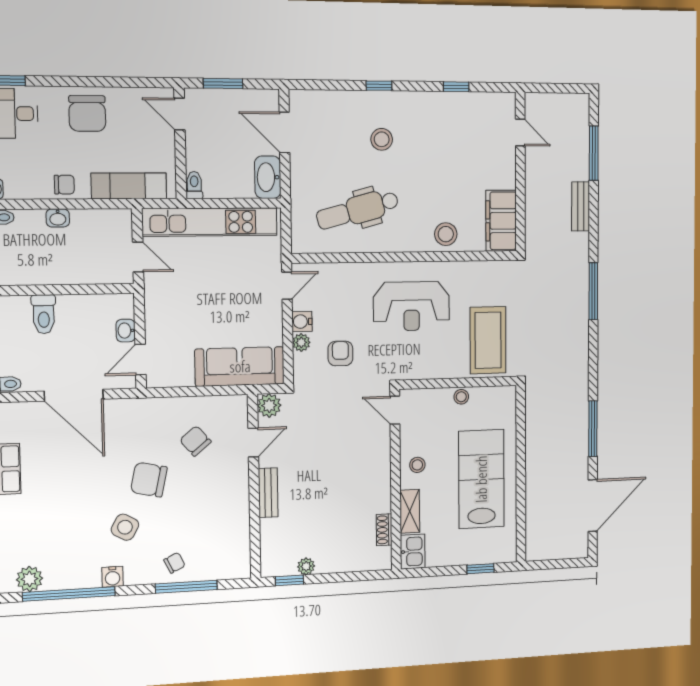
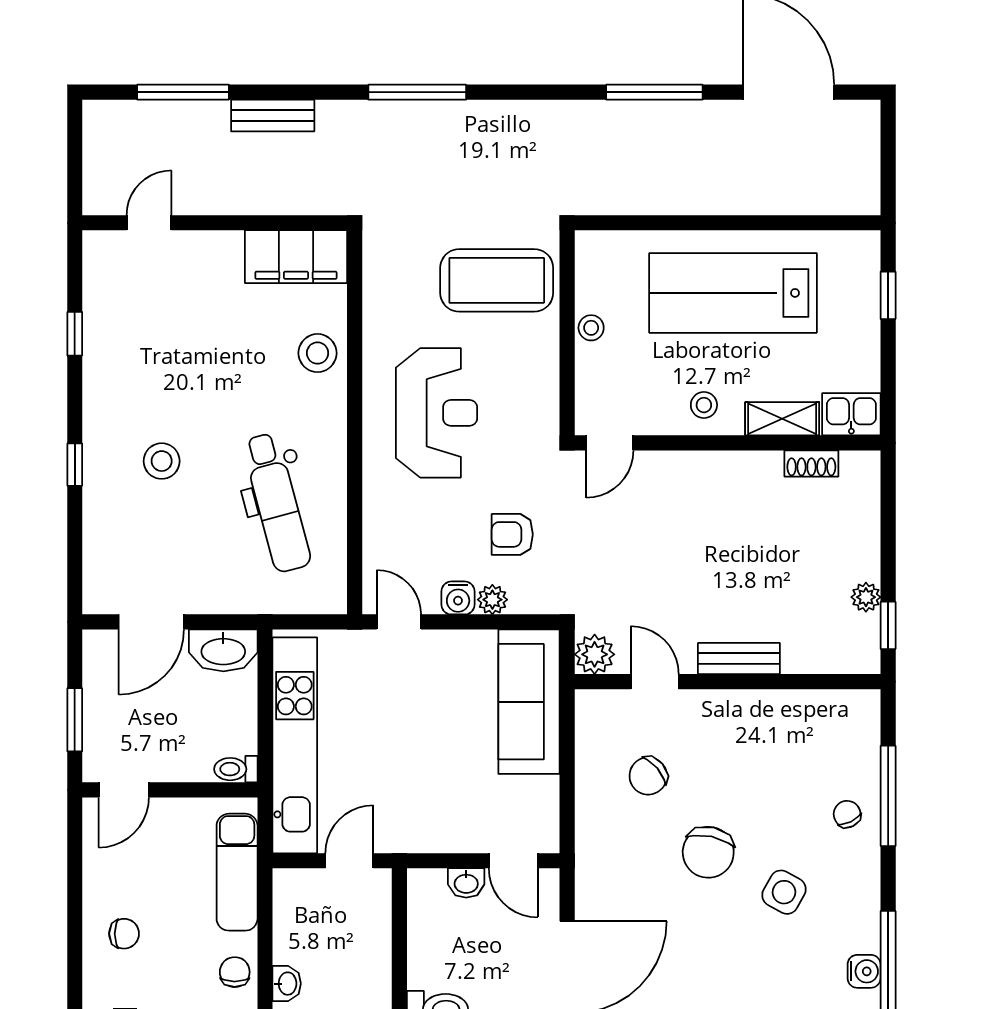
chair: (87, 113) -> (124, 934), width x0.54, depth x0.54
water cooler: (113, 577) -> (864, 971), moved

